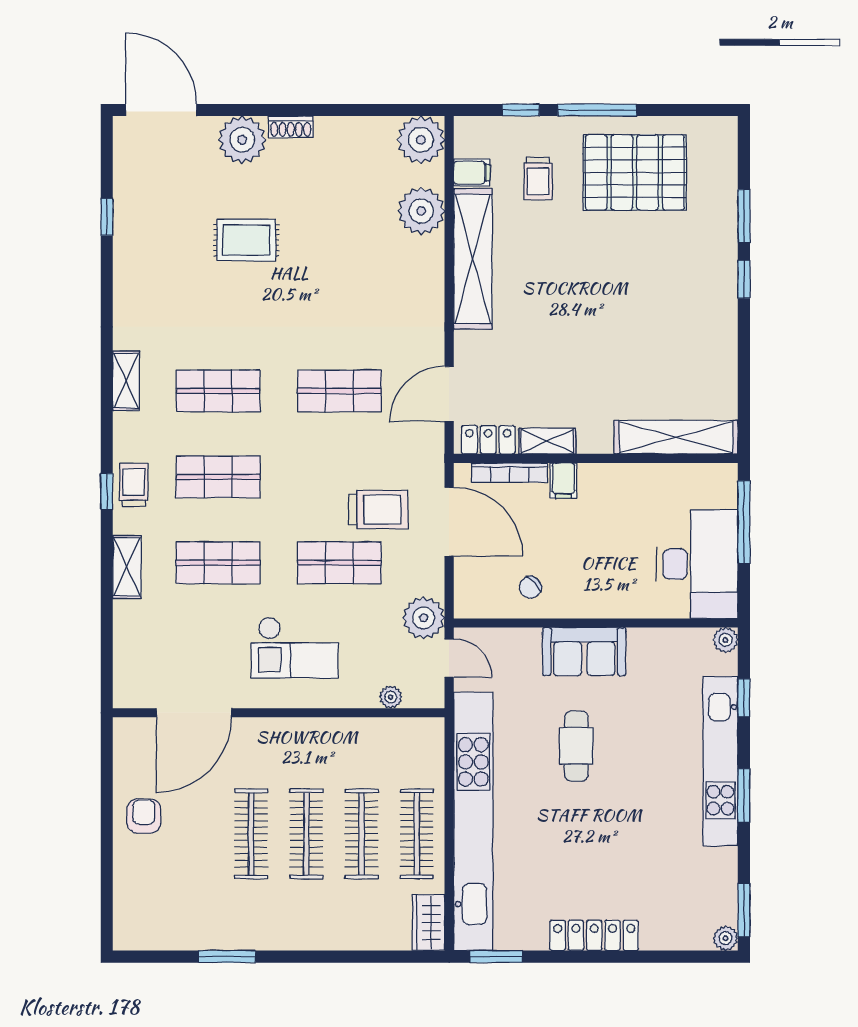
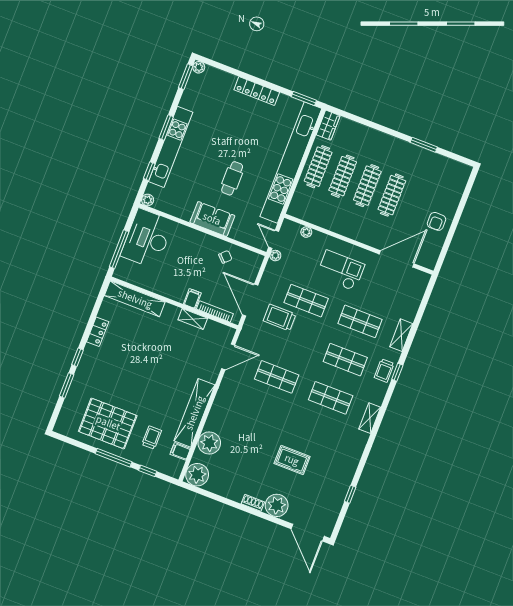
locker: (488, 440) -> (98, 332), moved, turned -90
plant: (424, 618) -> (275, 256), width x0.53, depth x0.53

